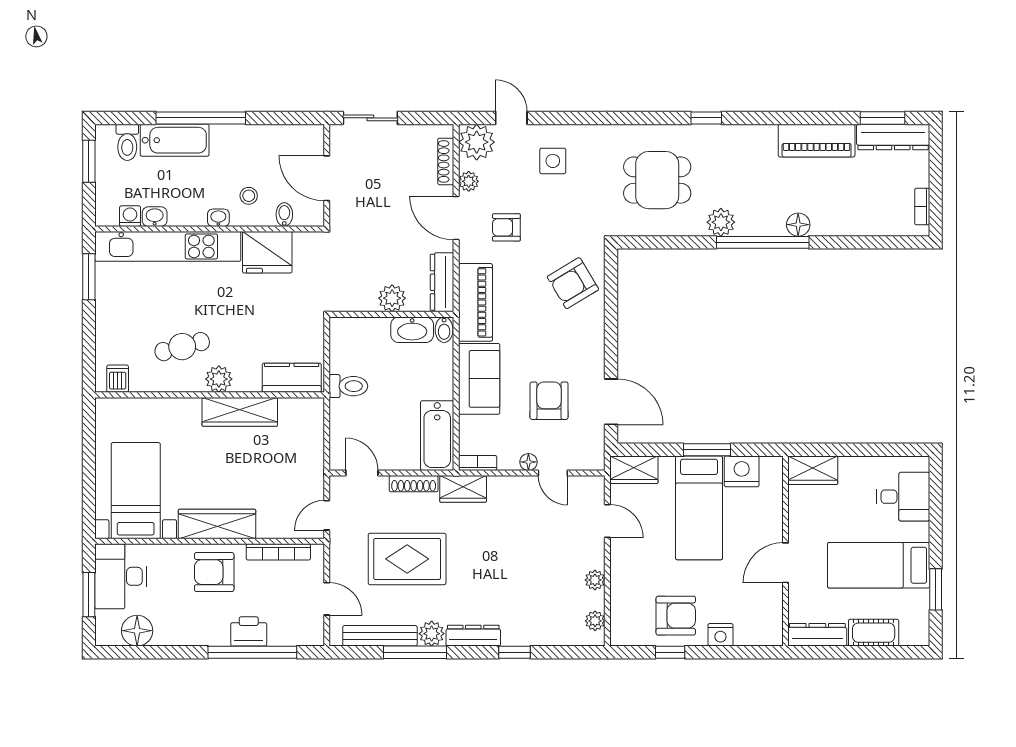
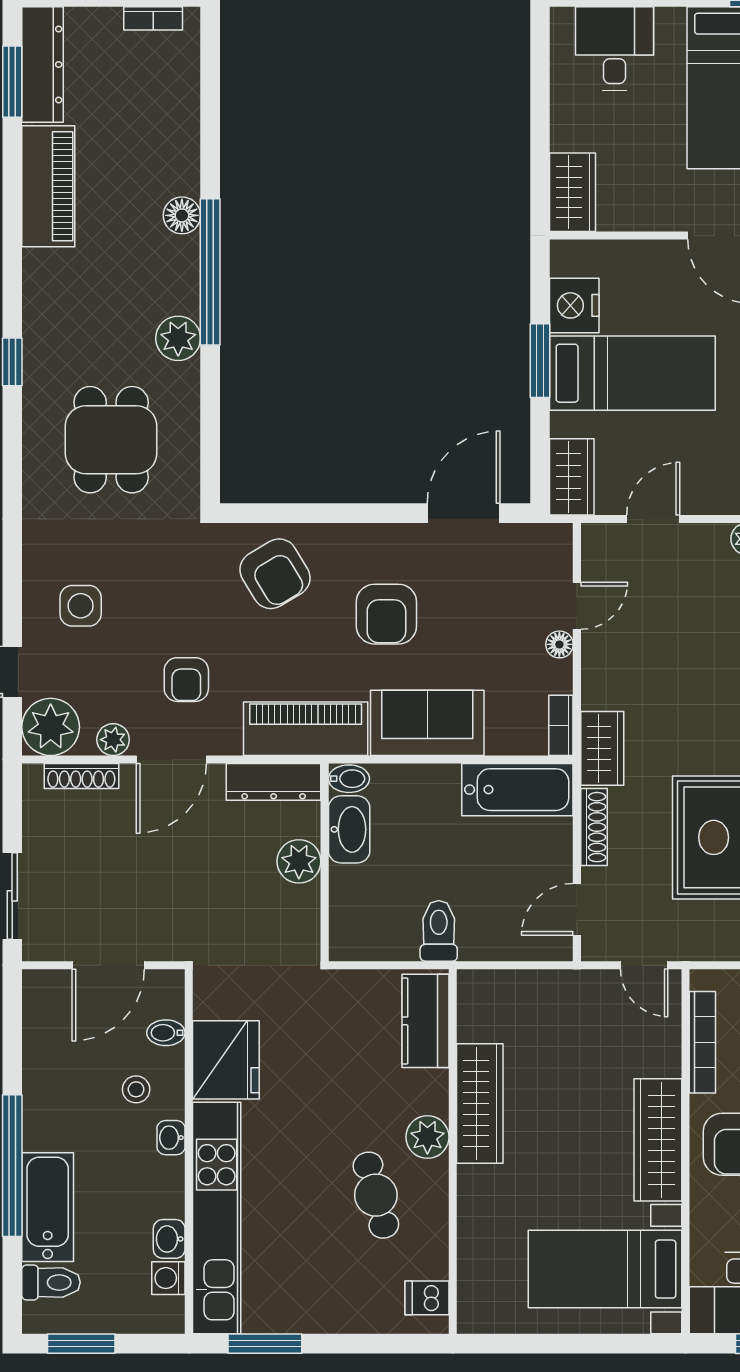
armchair: (549, 401) -> (386, 614), moved, turned -90

